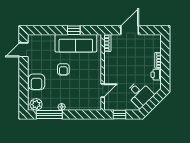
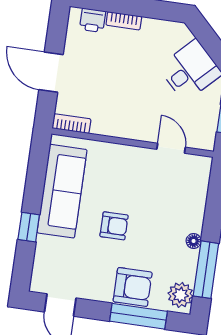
window: (74, 30) -> (29, 227), moved
printer: (156, 75) -> (93, 20), moved
window: (23, 87) -> (138, 316), added

